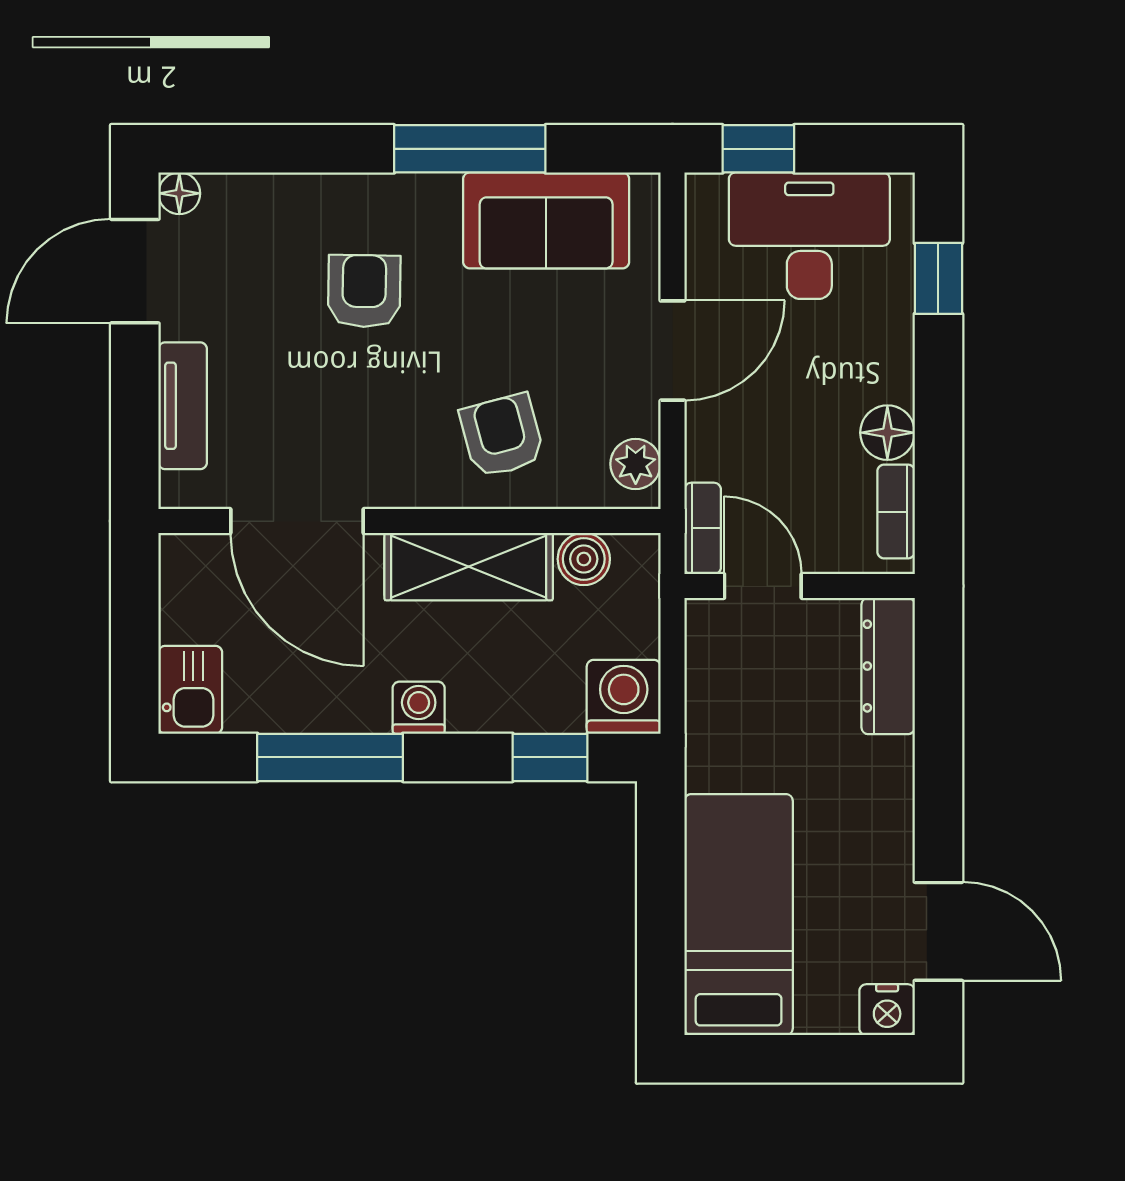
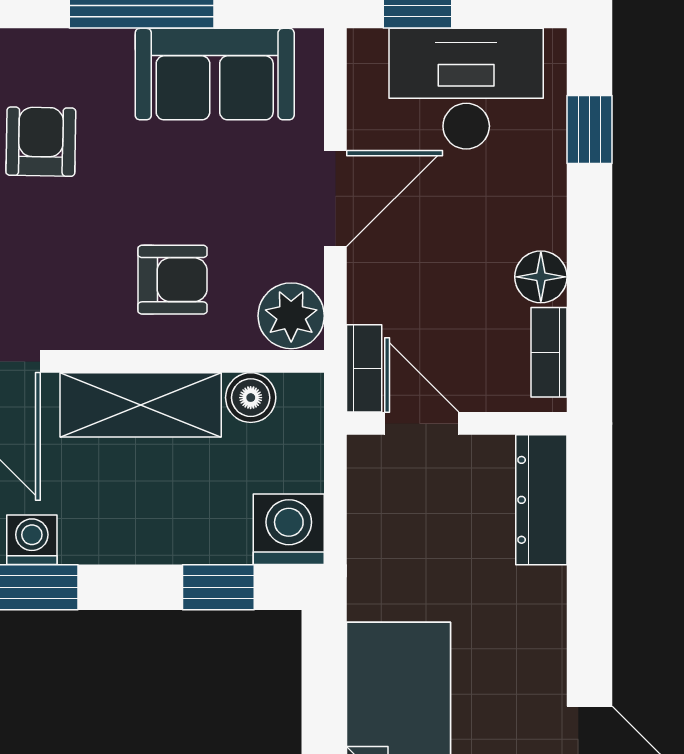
armchair: (502, 436) -> (172, 280), turned 105
plant: (636, 464) -> (291, 316), width x1.38, depth x1.38
washing machine: (419, 708) -> (32, 540), moved

